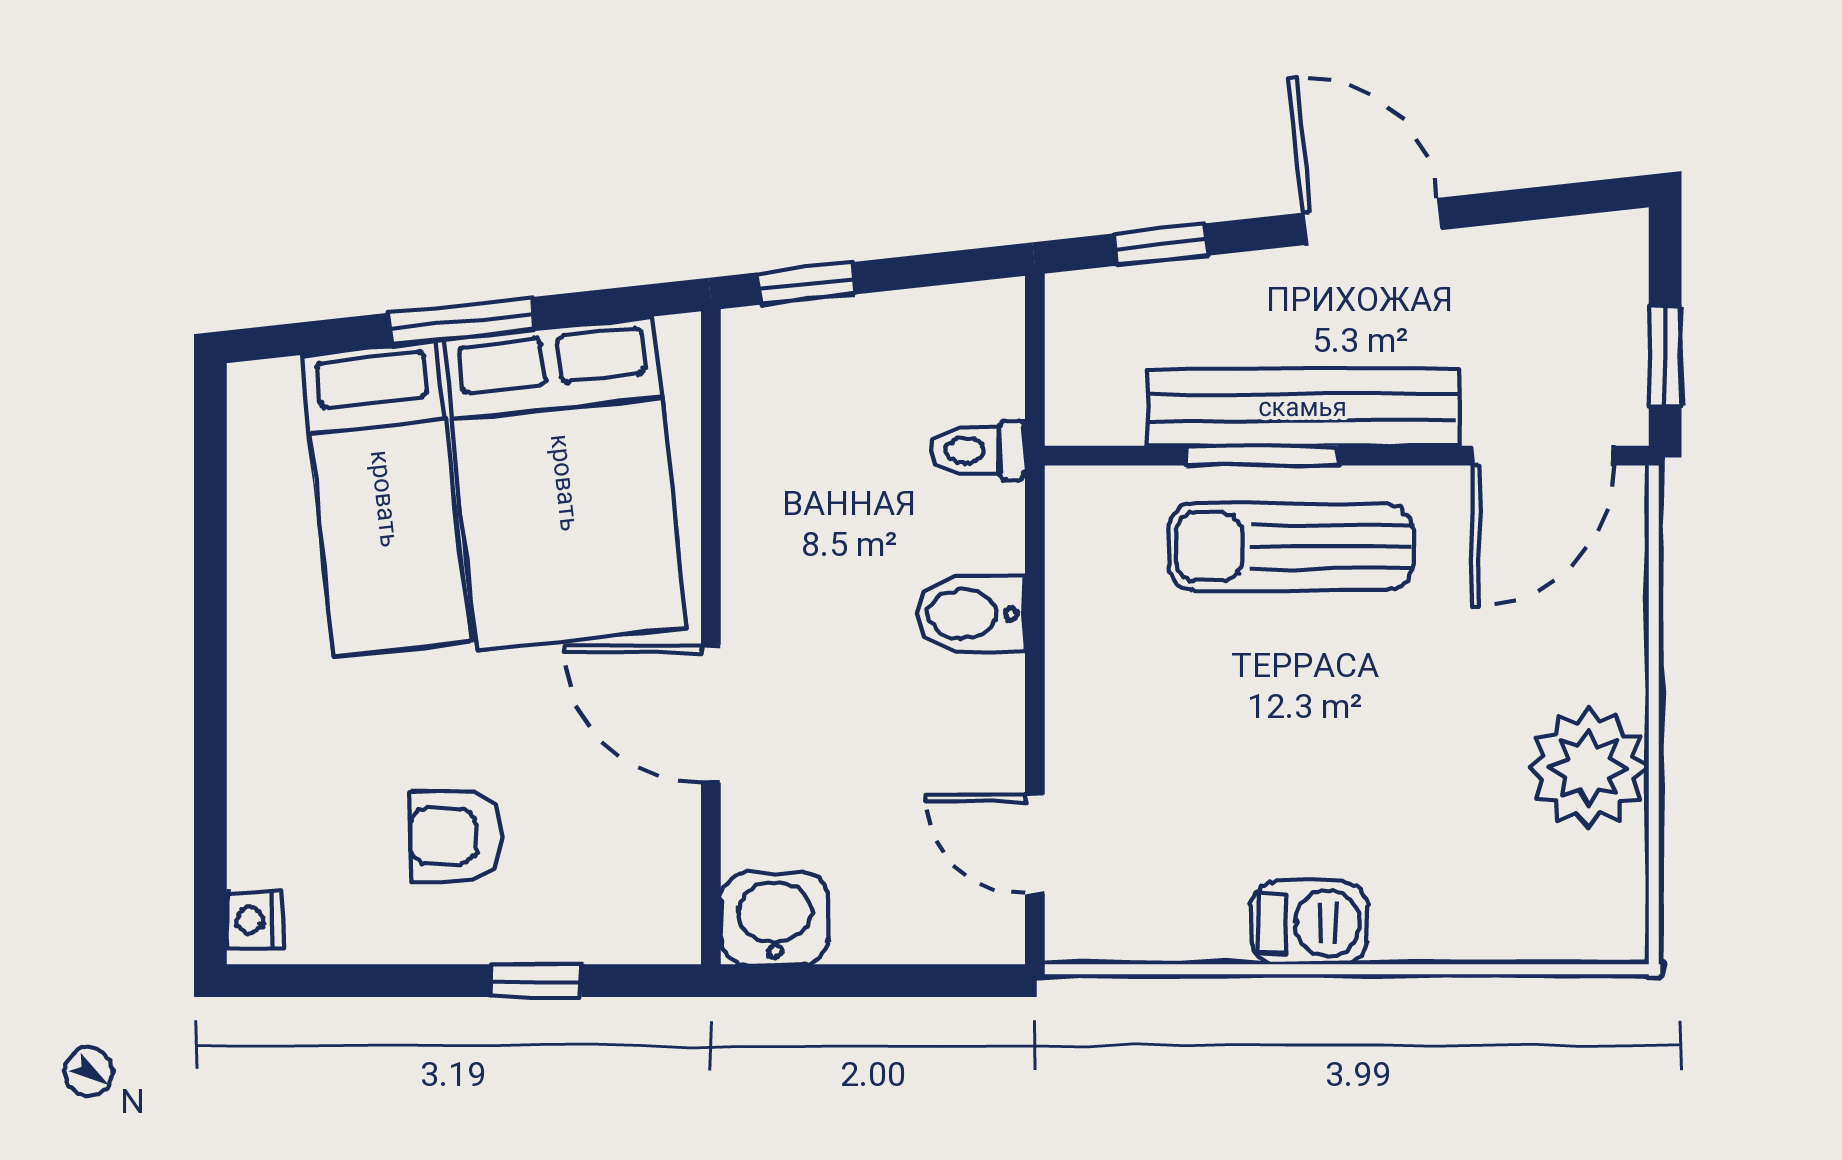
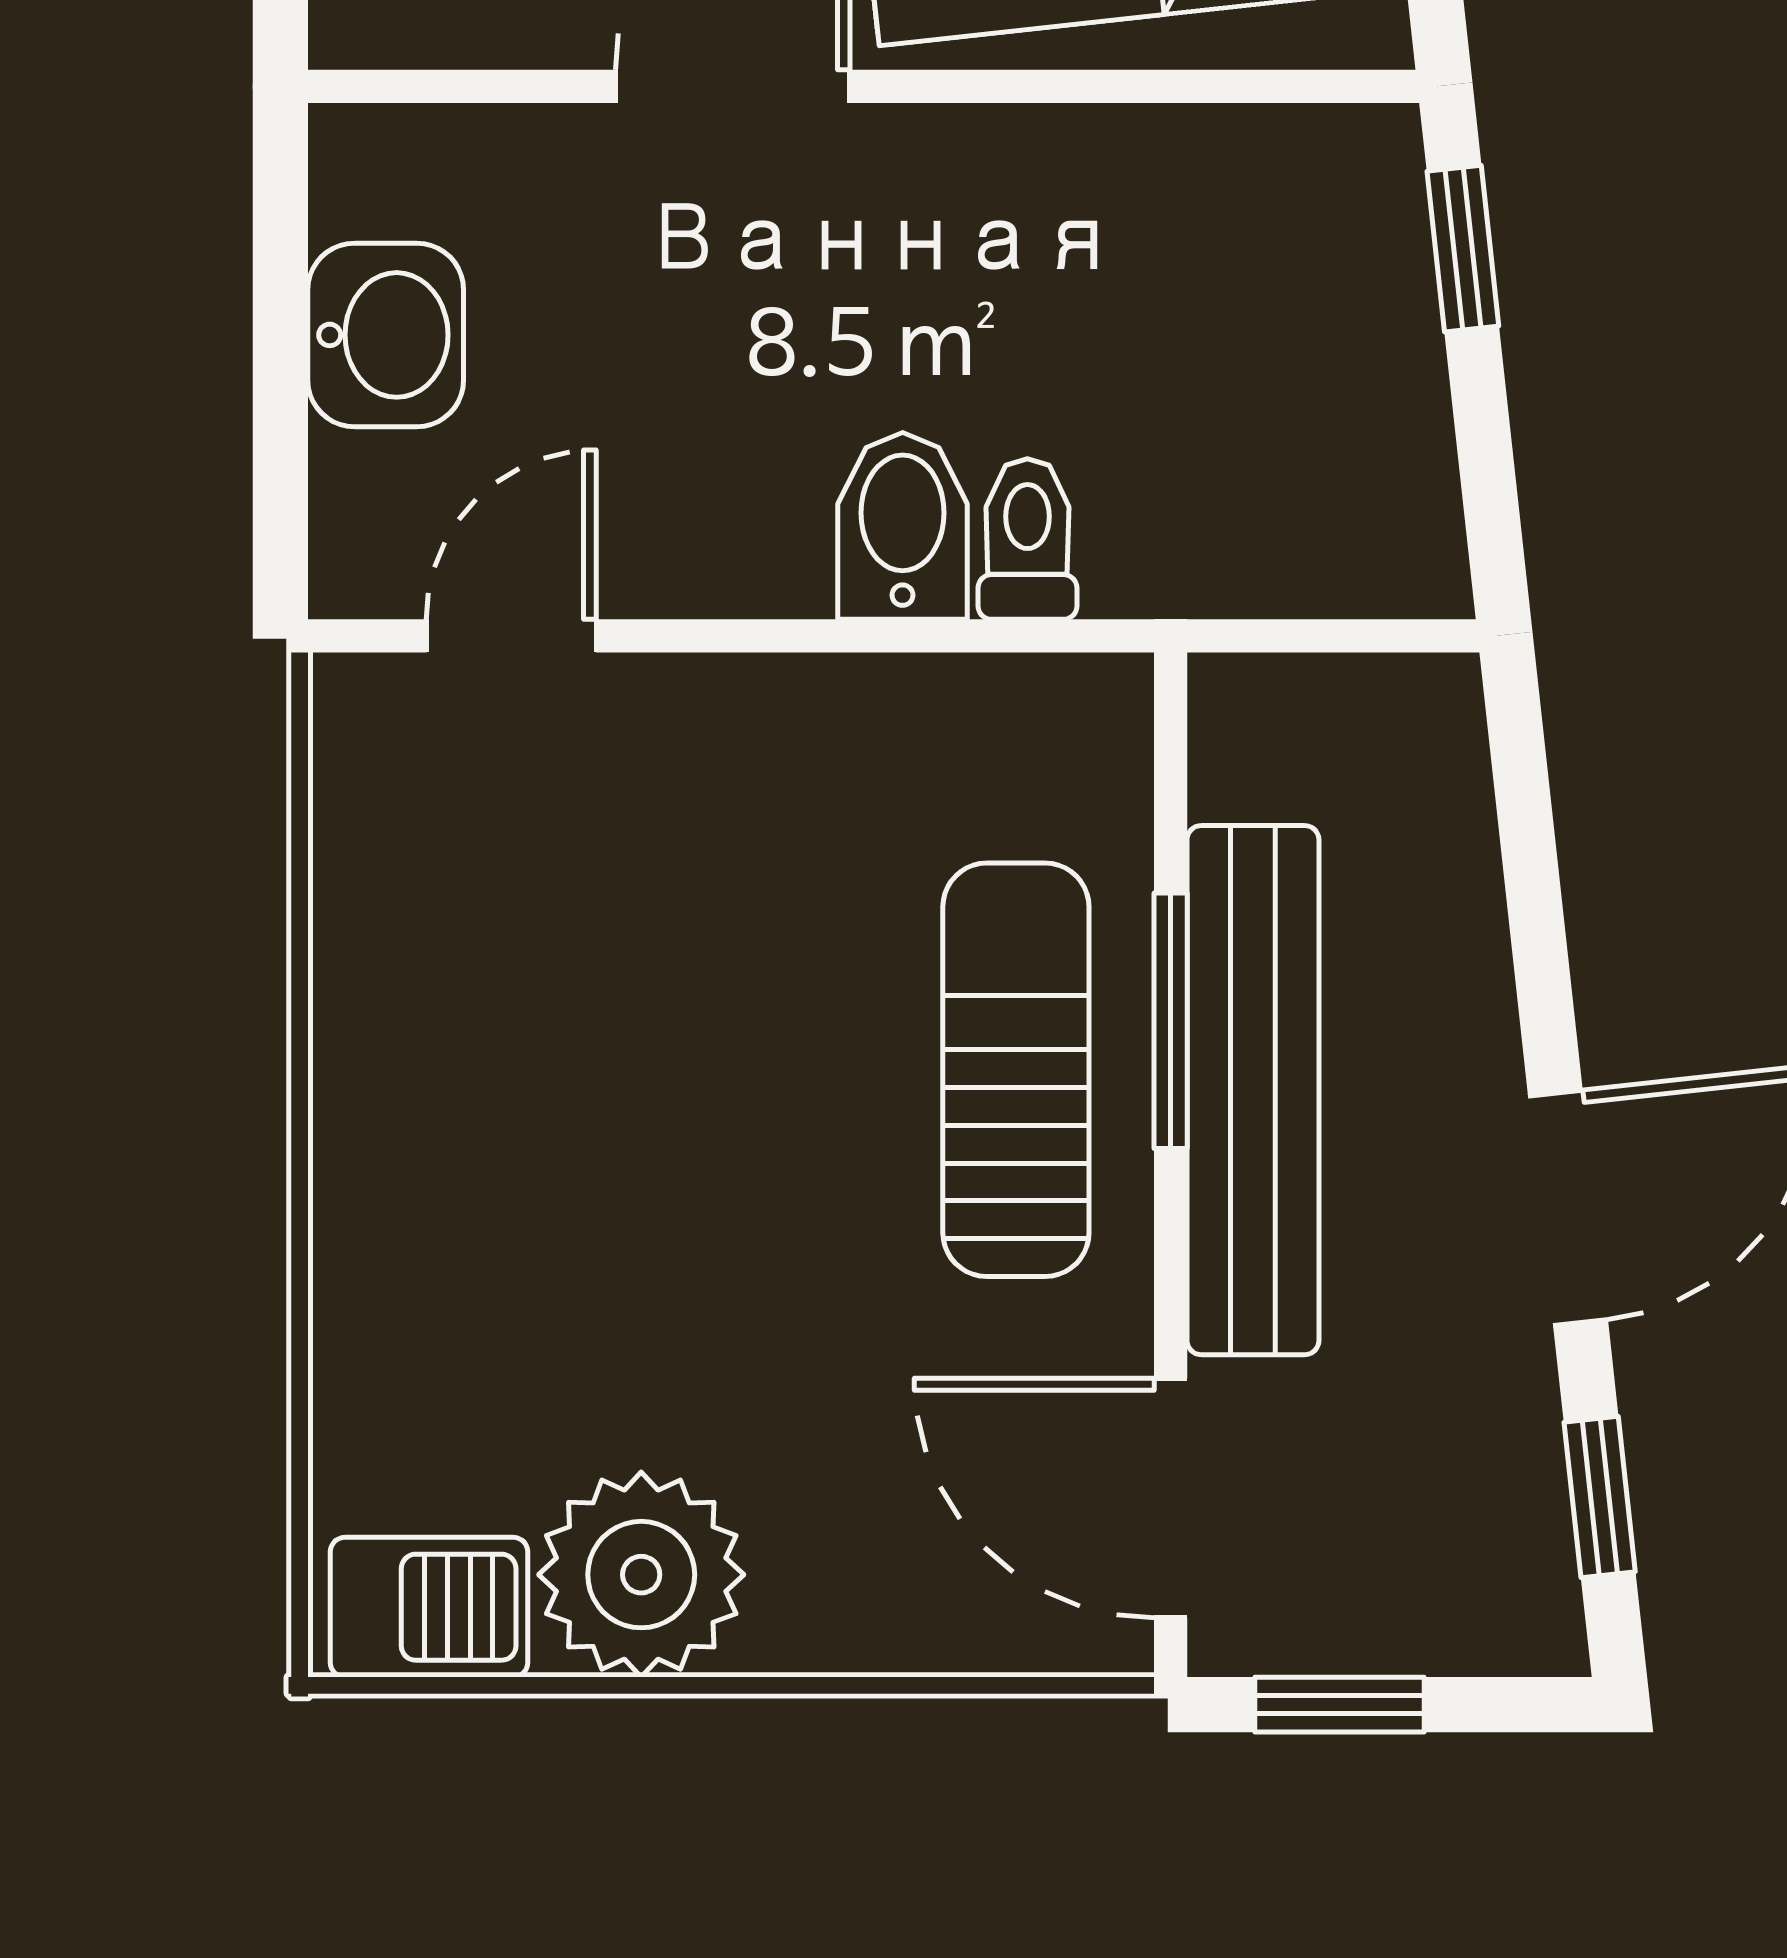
window: (1161, 244) -> (1600, 1497), moved
toilet: (978, 450) -> (1027, 539), moved
washbasin: (775, 919) -> (386, 335), moved
barbecue: (1309, 923) -> (429, 1607), moved, turned -90

